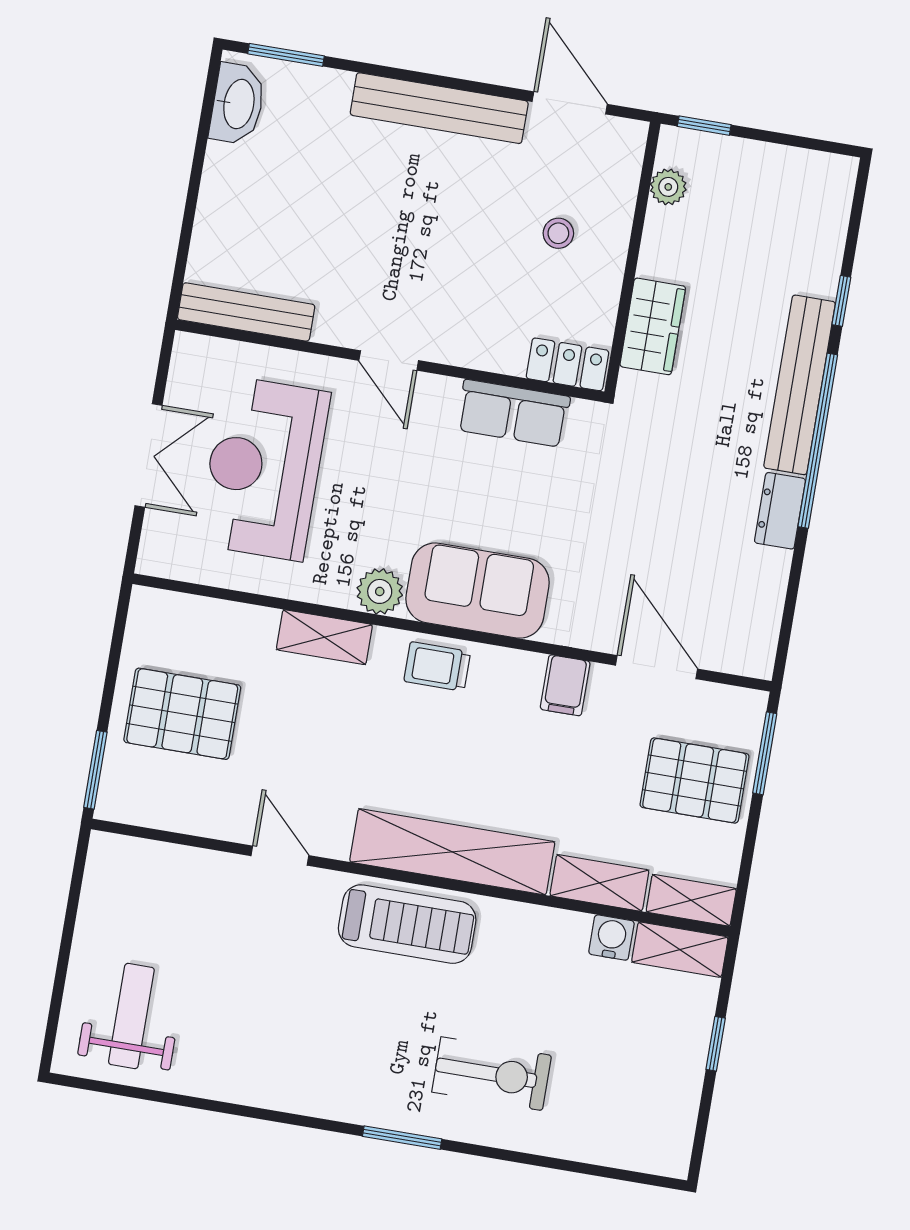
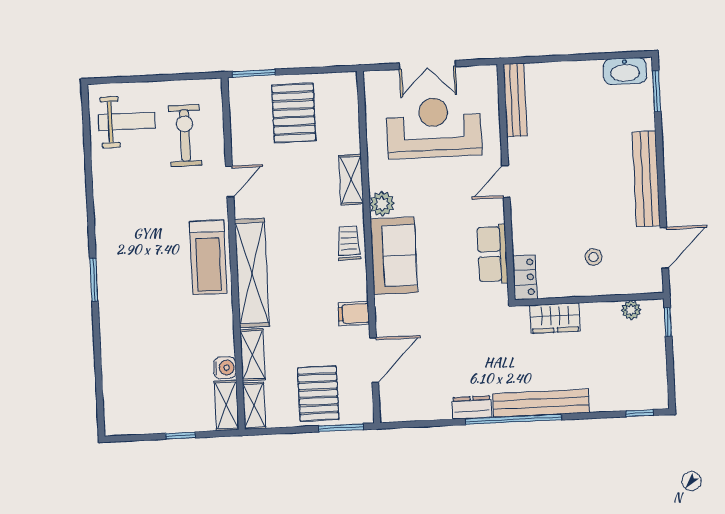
window: (841, 301) -> (640, 413), moved
exercise bike: (492, 1074) -> (185, 135), moved, turned 180

